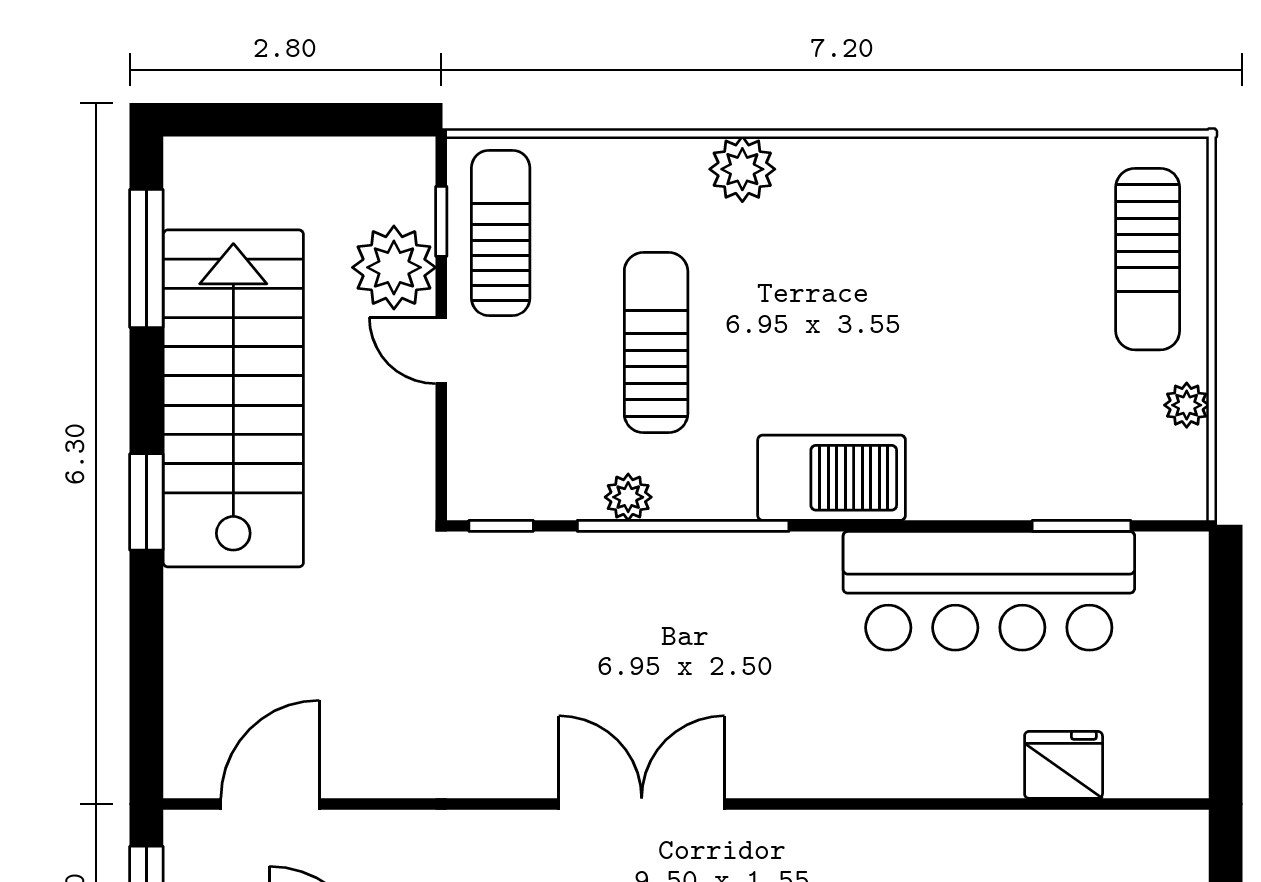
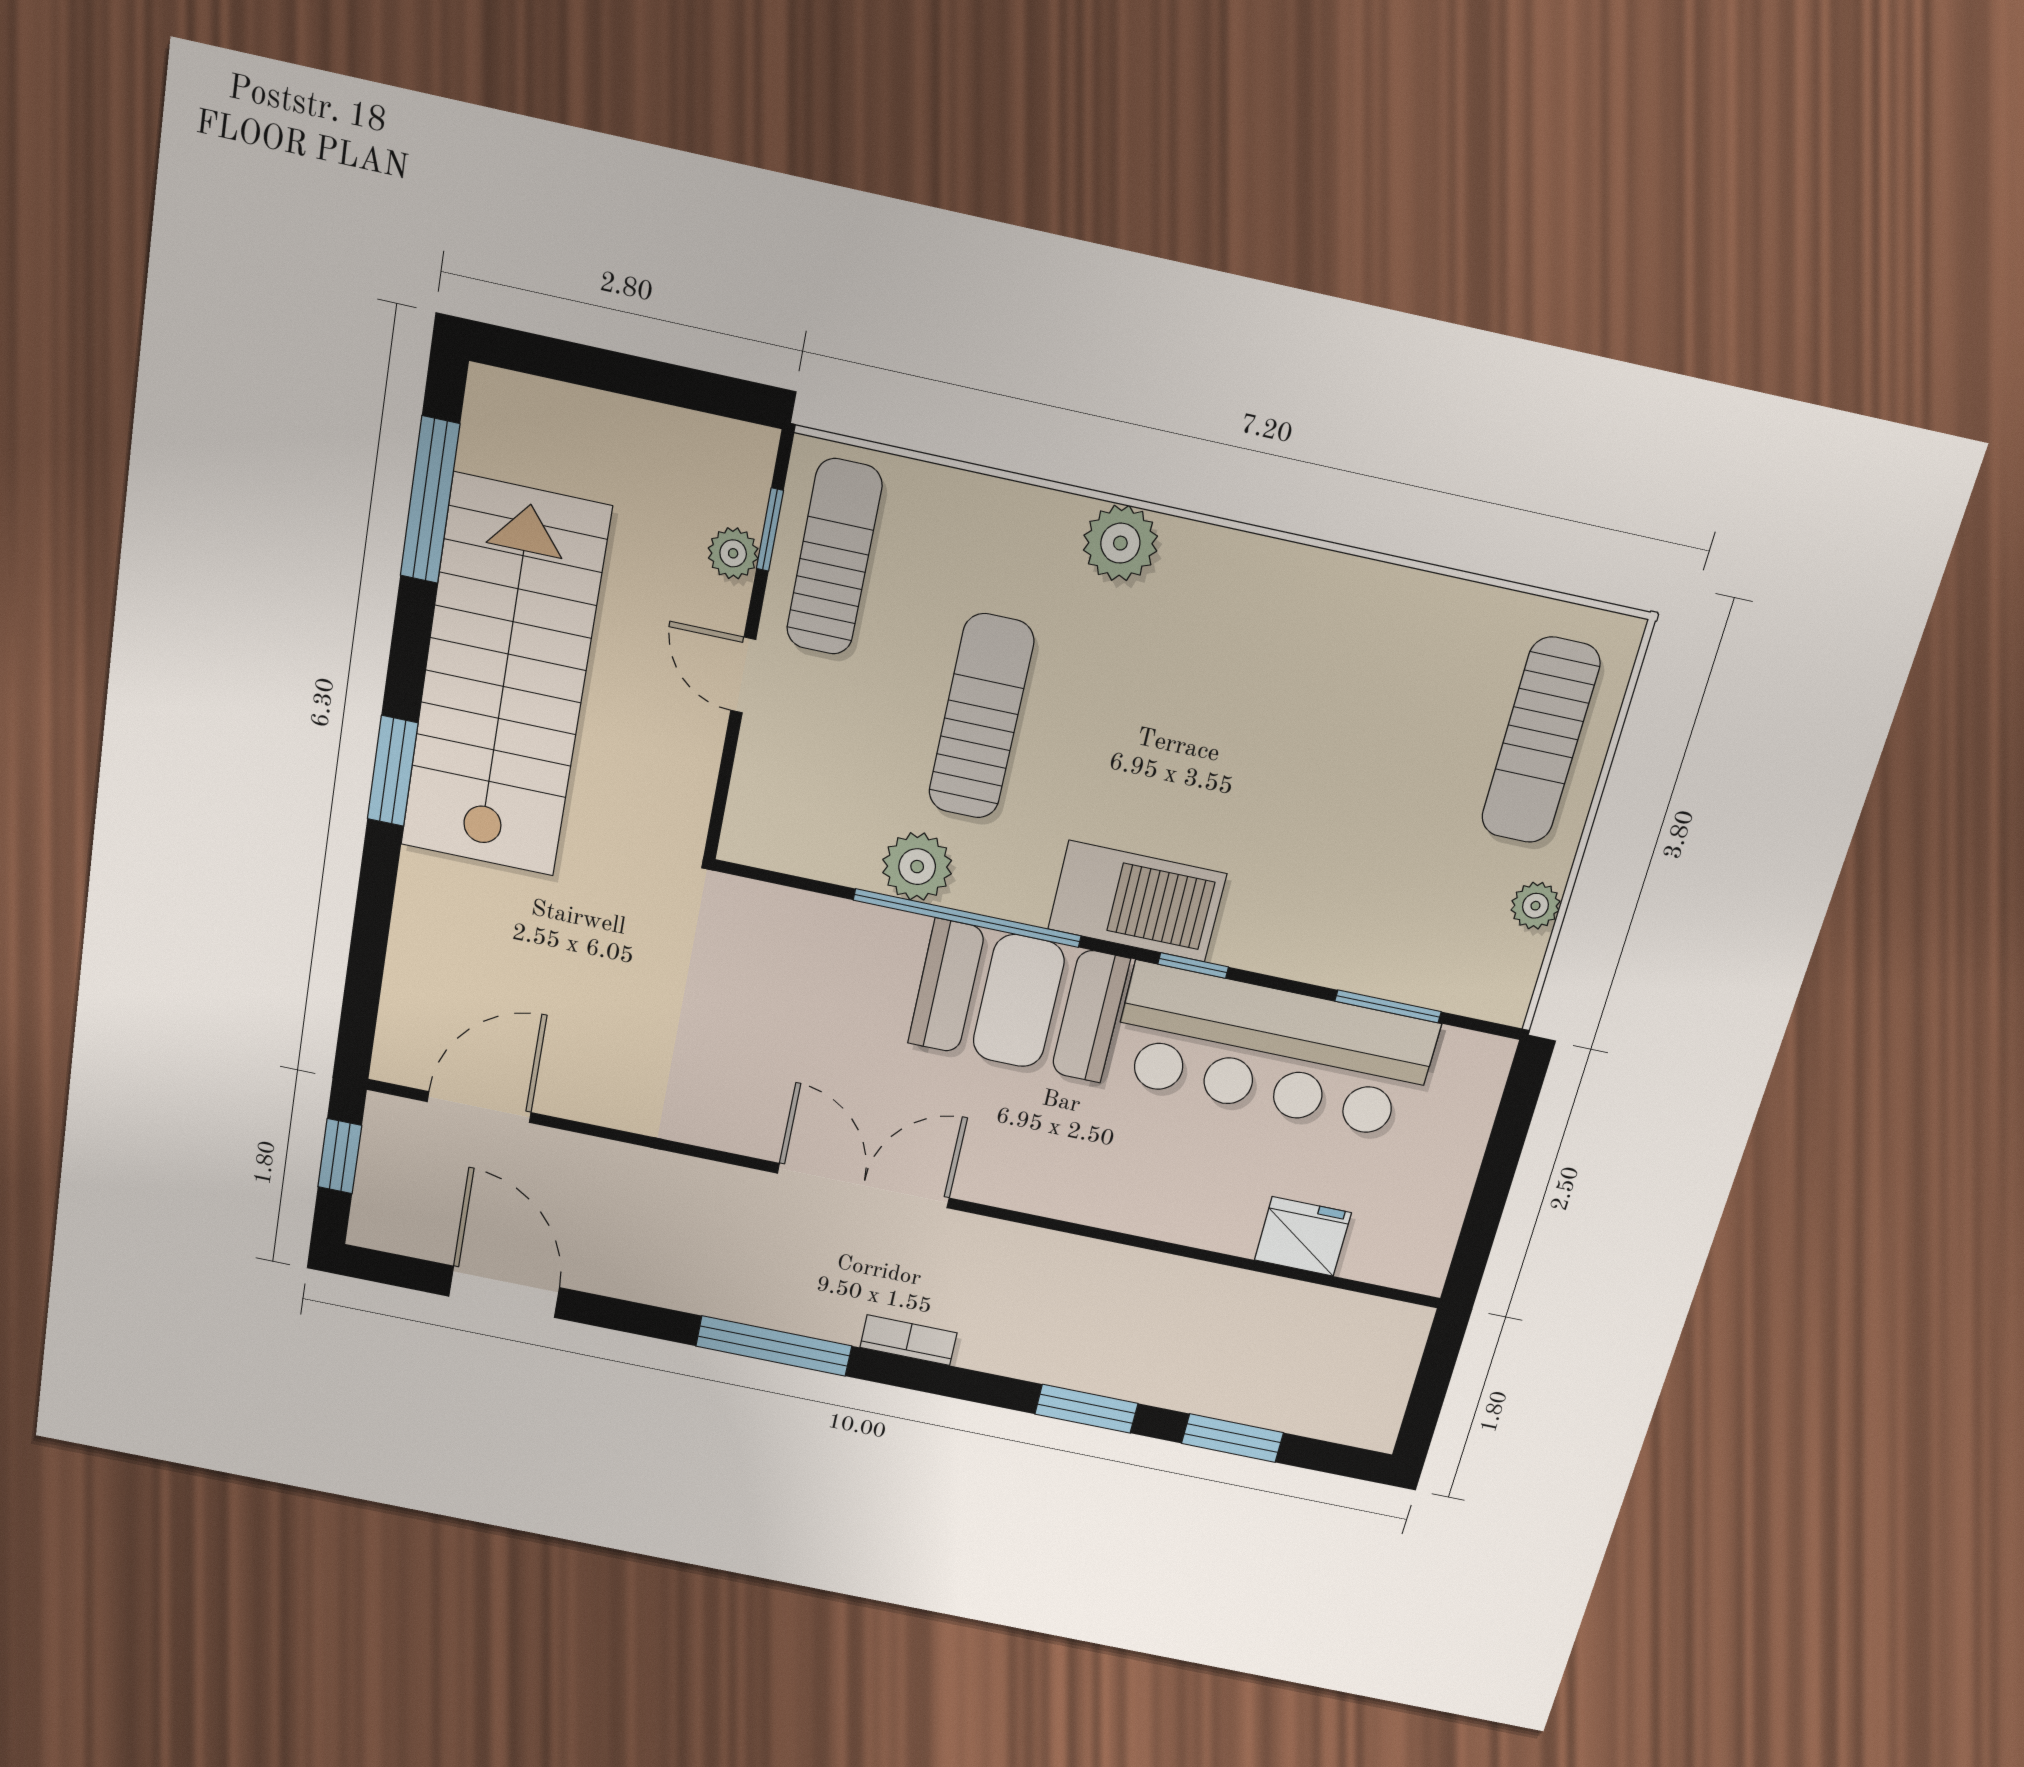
plant: (394, 267) -> (733, 553), width x0.53, depth x0.53
plant: (628, 497) -> (917, 867), width x1.38, depth x1.38
window: (501, 526) -> (1193, 965), moved
booth: (746, 593) -> (1019, 1001), added

